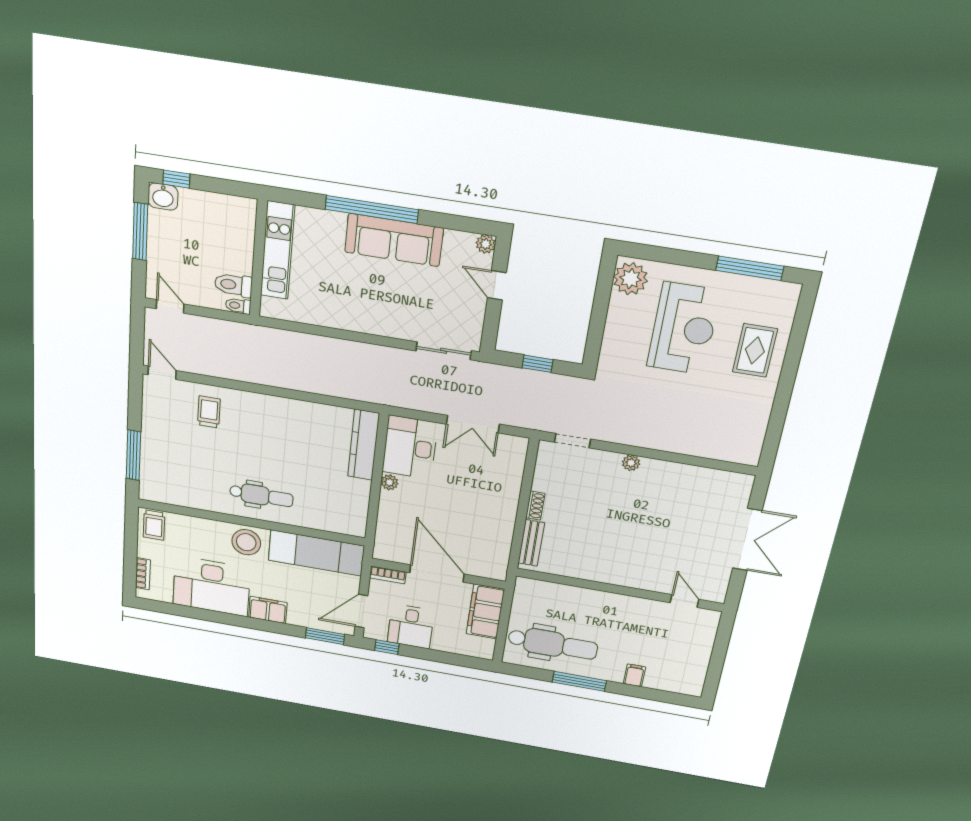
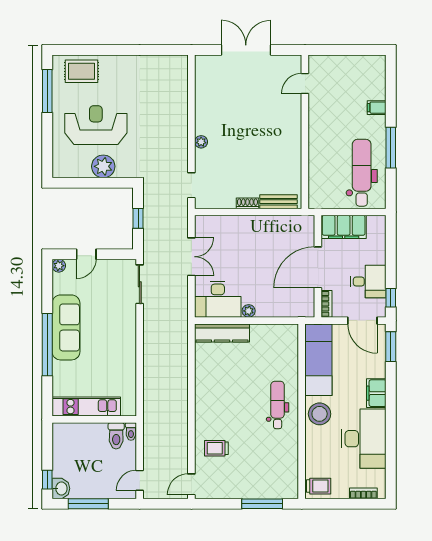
plant: (630, 279) -> (103, 166), moved
rug: (755, 350) -> (81, 71), moved

